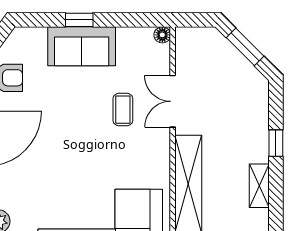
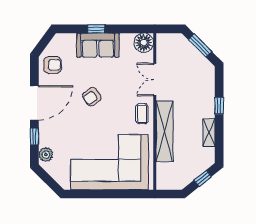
floor lamp: (162, 35) -> (144, 43), width x1.89, depth x1.89
coffee table: (123, 110) -> (142, 114), moved
armchair: (72, 129) -> (92, 97), added

